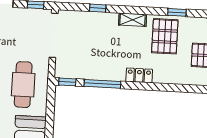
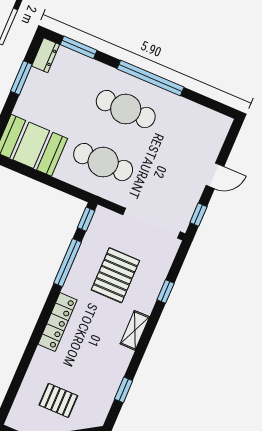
pallet: (165, 36) -> (115, 275), moved, turned 90
locker: (139, 75) -> (57, 322), width x1.53

